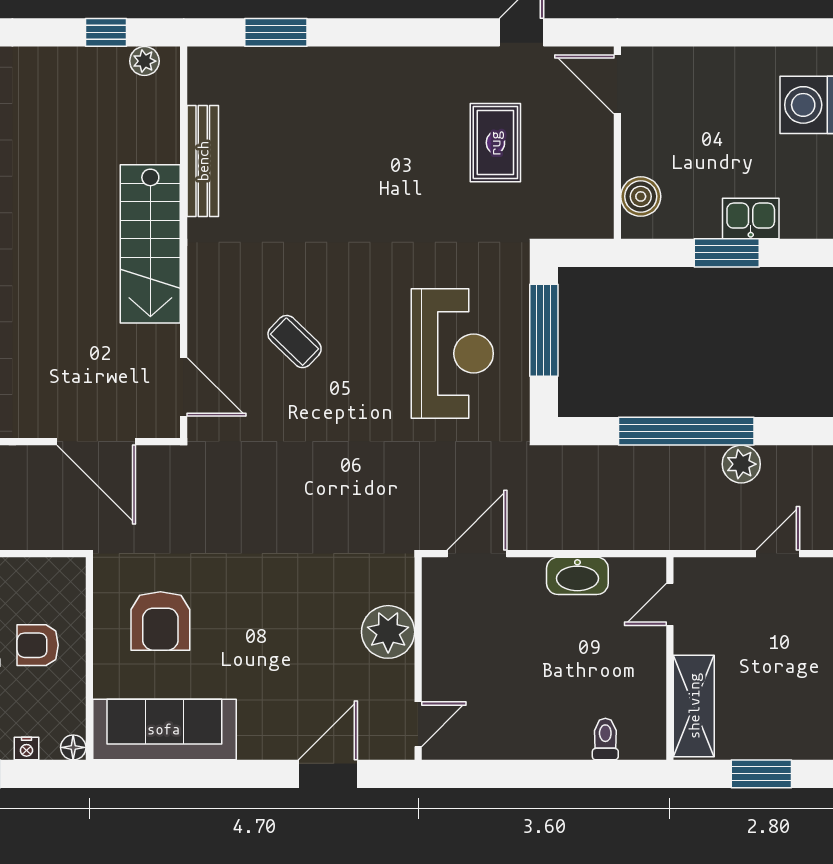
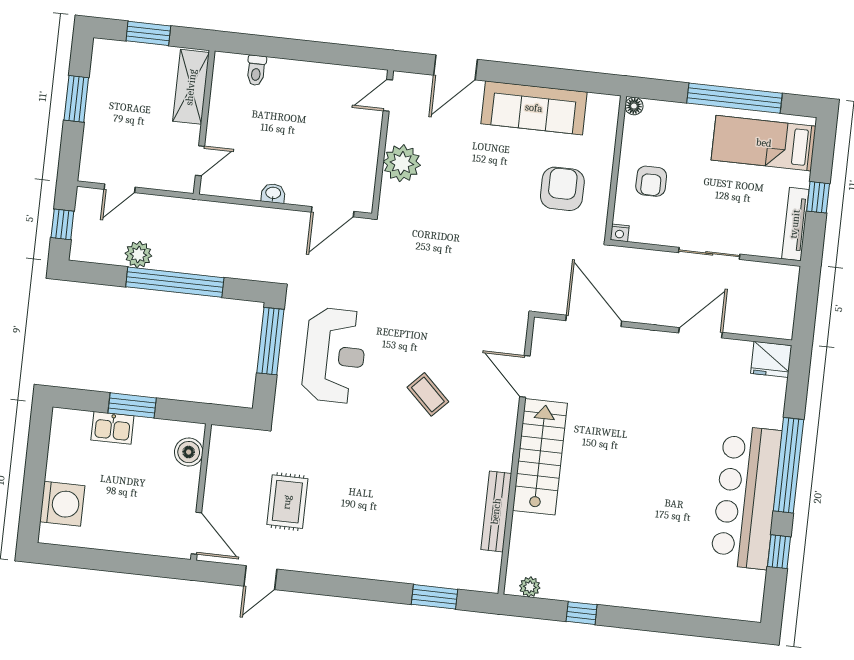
window: (106, 32) -> (582, 613), moved
window: (544, 330) -> (270, 341), moved
coffee table: (295, 342) -> (428, 394), moved
reception desk: (452, 354) -> (334, 355), turned 180
door: (184, 387) -> (525, 376), moved
washbasin: (577, 576) -> (273, 193), width x0.52, depth x0.69
armchair: (38, 645) -> (651, 181), turned 90
sofa: (164, 729) -> (534, 108), moved
nightstand: (26, 749) -> (620, 233), moved, turned 180

